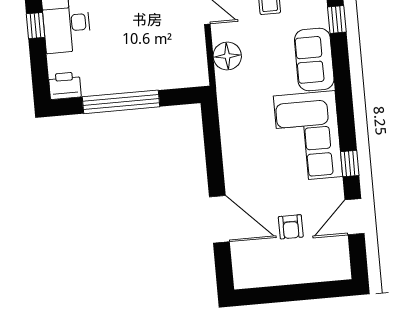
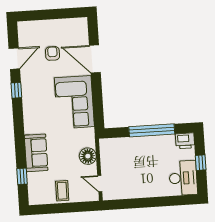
window: (36, 26) -> (201, 163), moved
corner sofa: (308, 136) -> (74, 102), moved, turned 180

